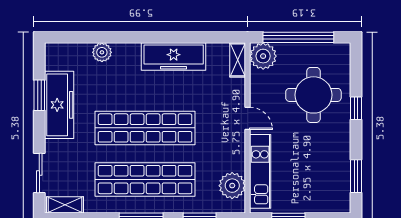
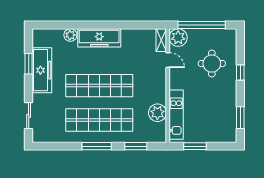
freezer: (174, 56) -> (99, 38), moved
round table: (313, 95) -> (212, 64), width x0.73, depth x0.73
door: (248, 118) -> (168, 60), moved
plant: (232, 186) -> (157, 113), moved
shelving: (65, 205) -> (46, 137), removed

